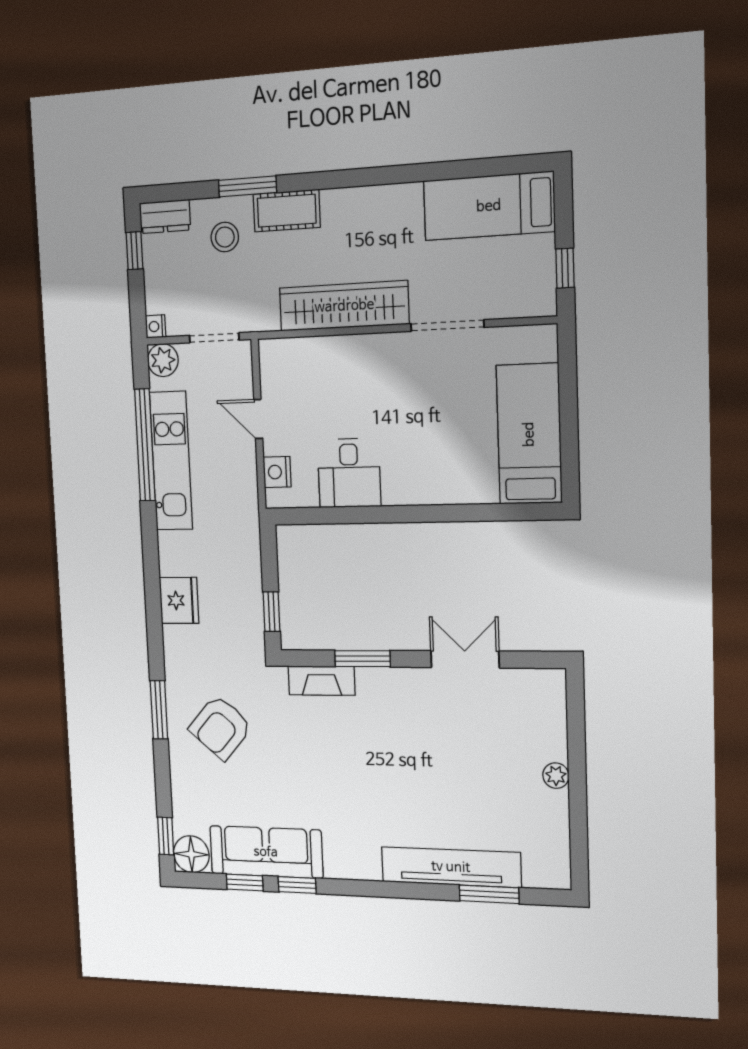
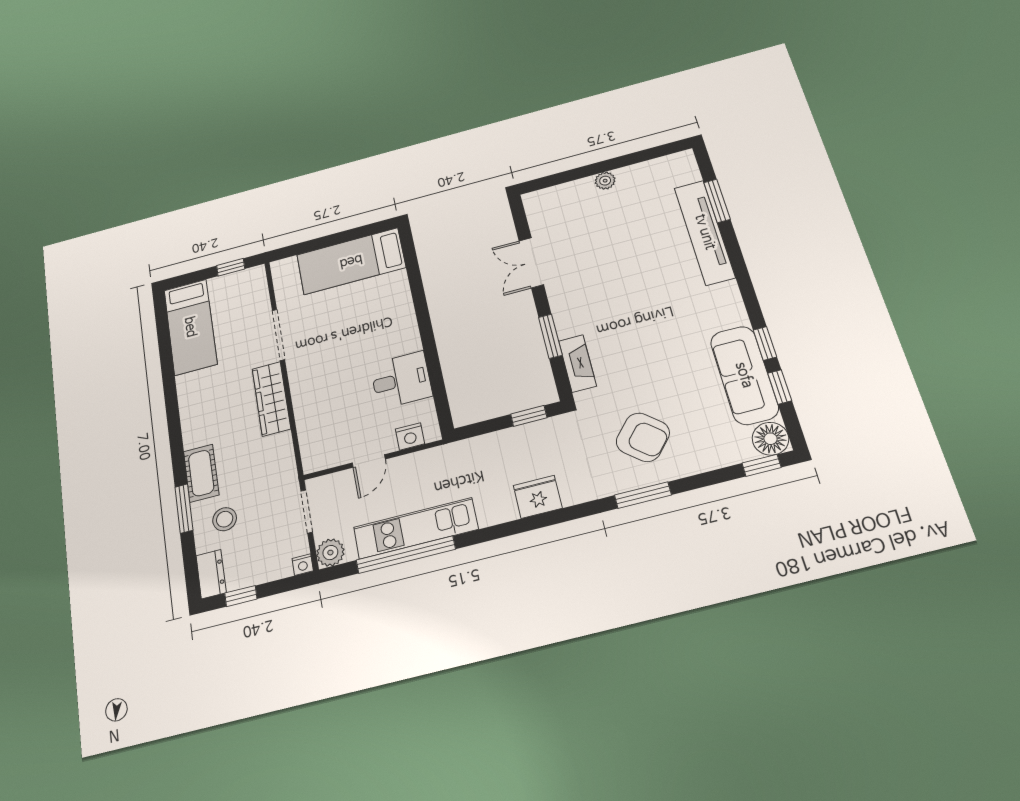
wardrobe: (344, 306) -> (271, 399), width x0.71, depth x0.85

